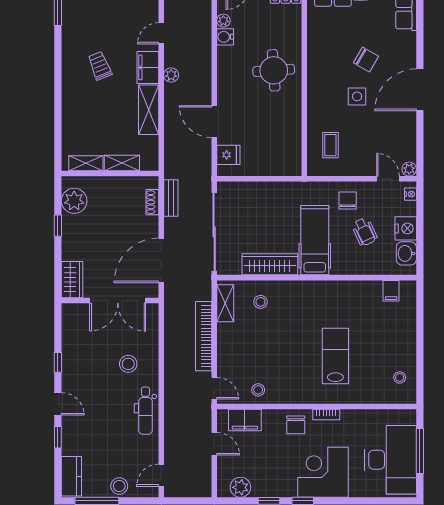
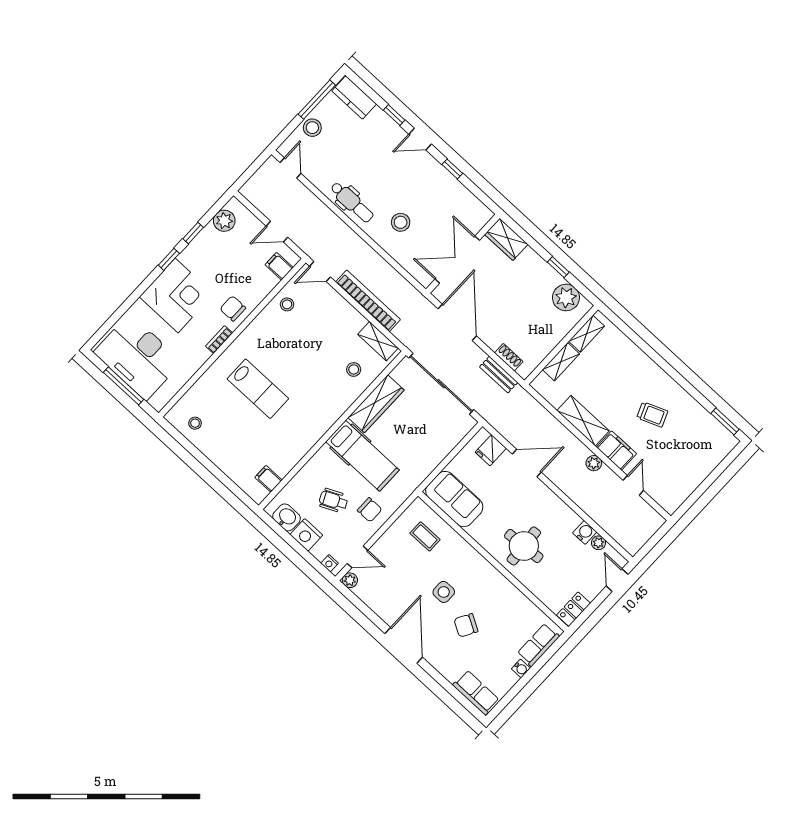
sofa: (286, 149) -> (454, 499), added
dental chair: (145, 411) -> (352, 202), turned 180
filing cabinet: (245, 420) -> (279, 266), width x0.50

